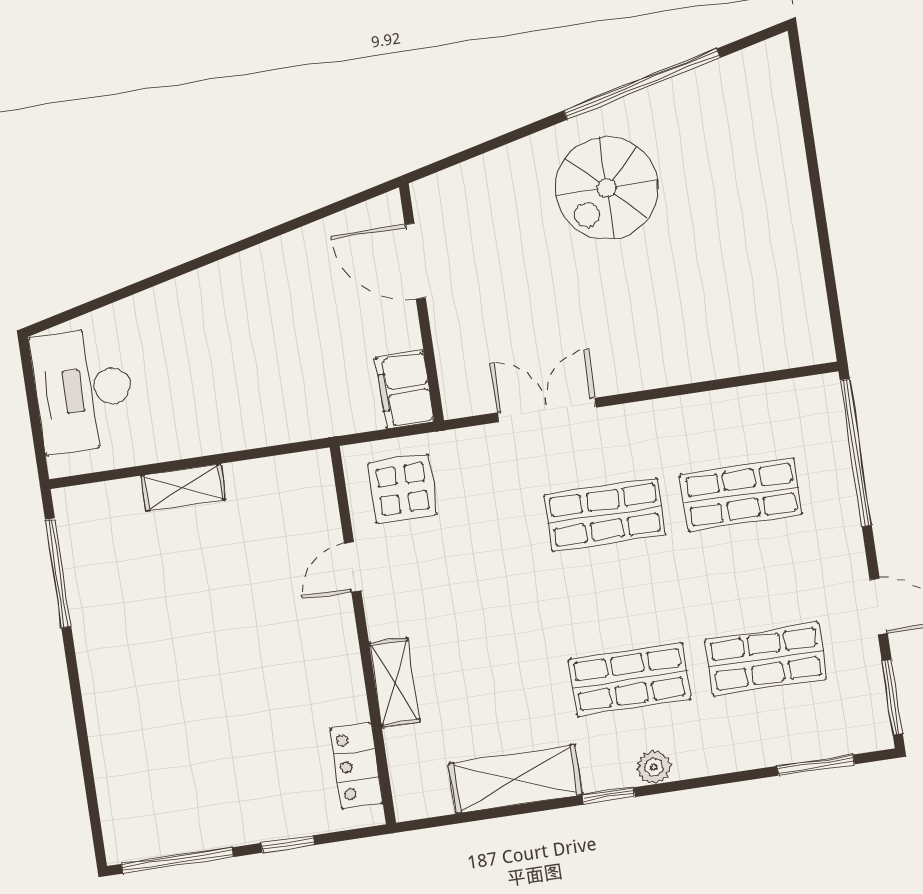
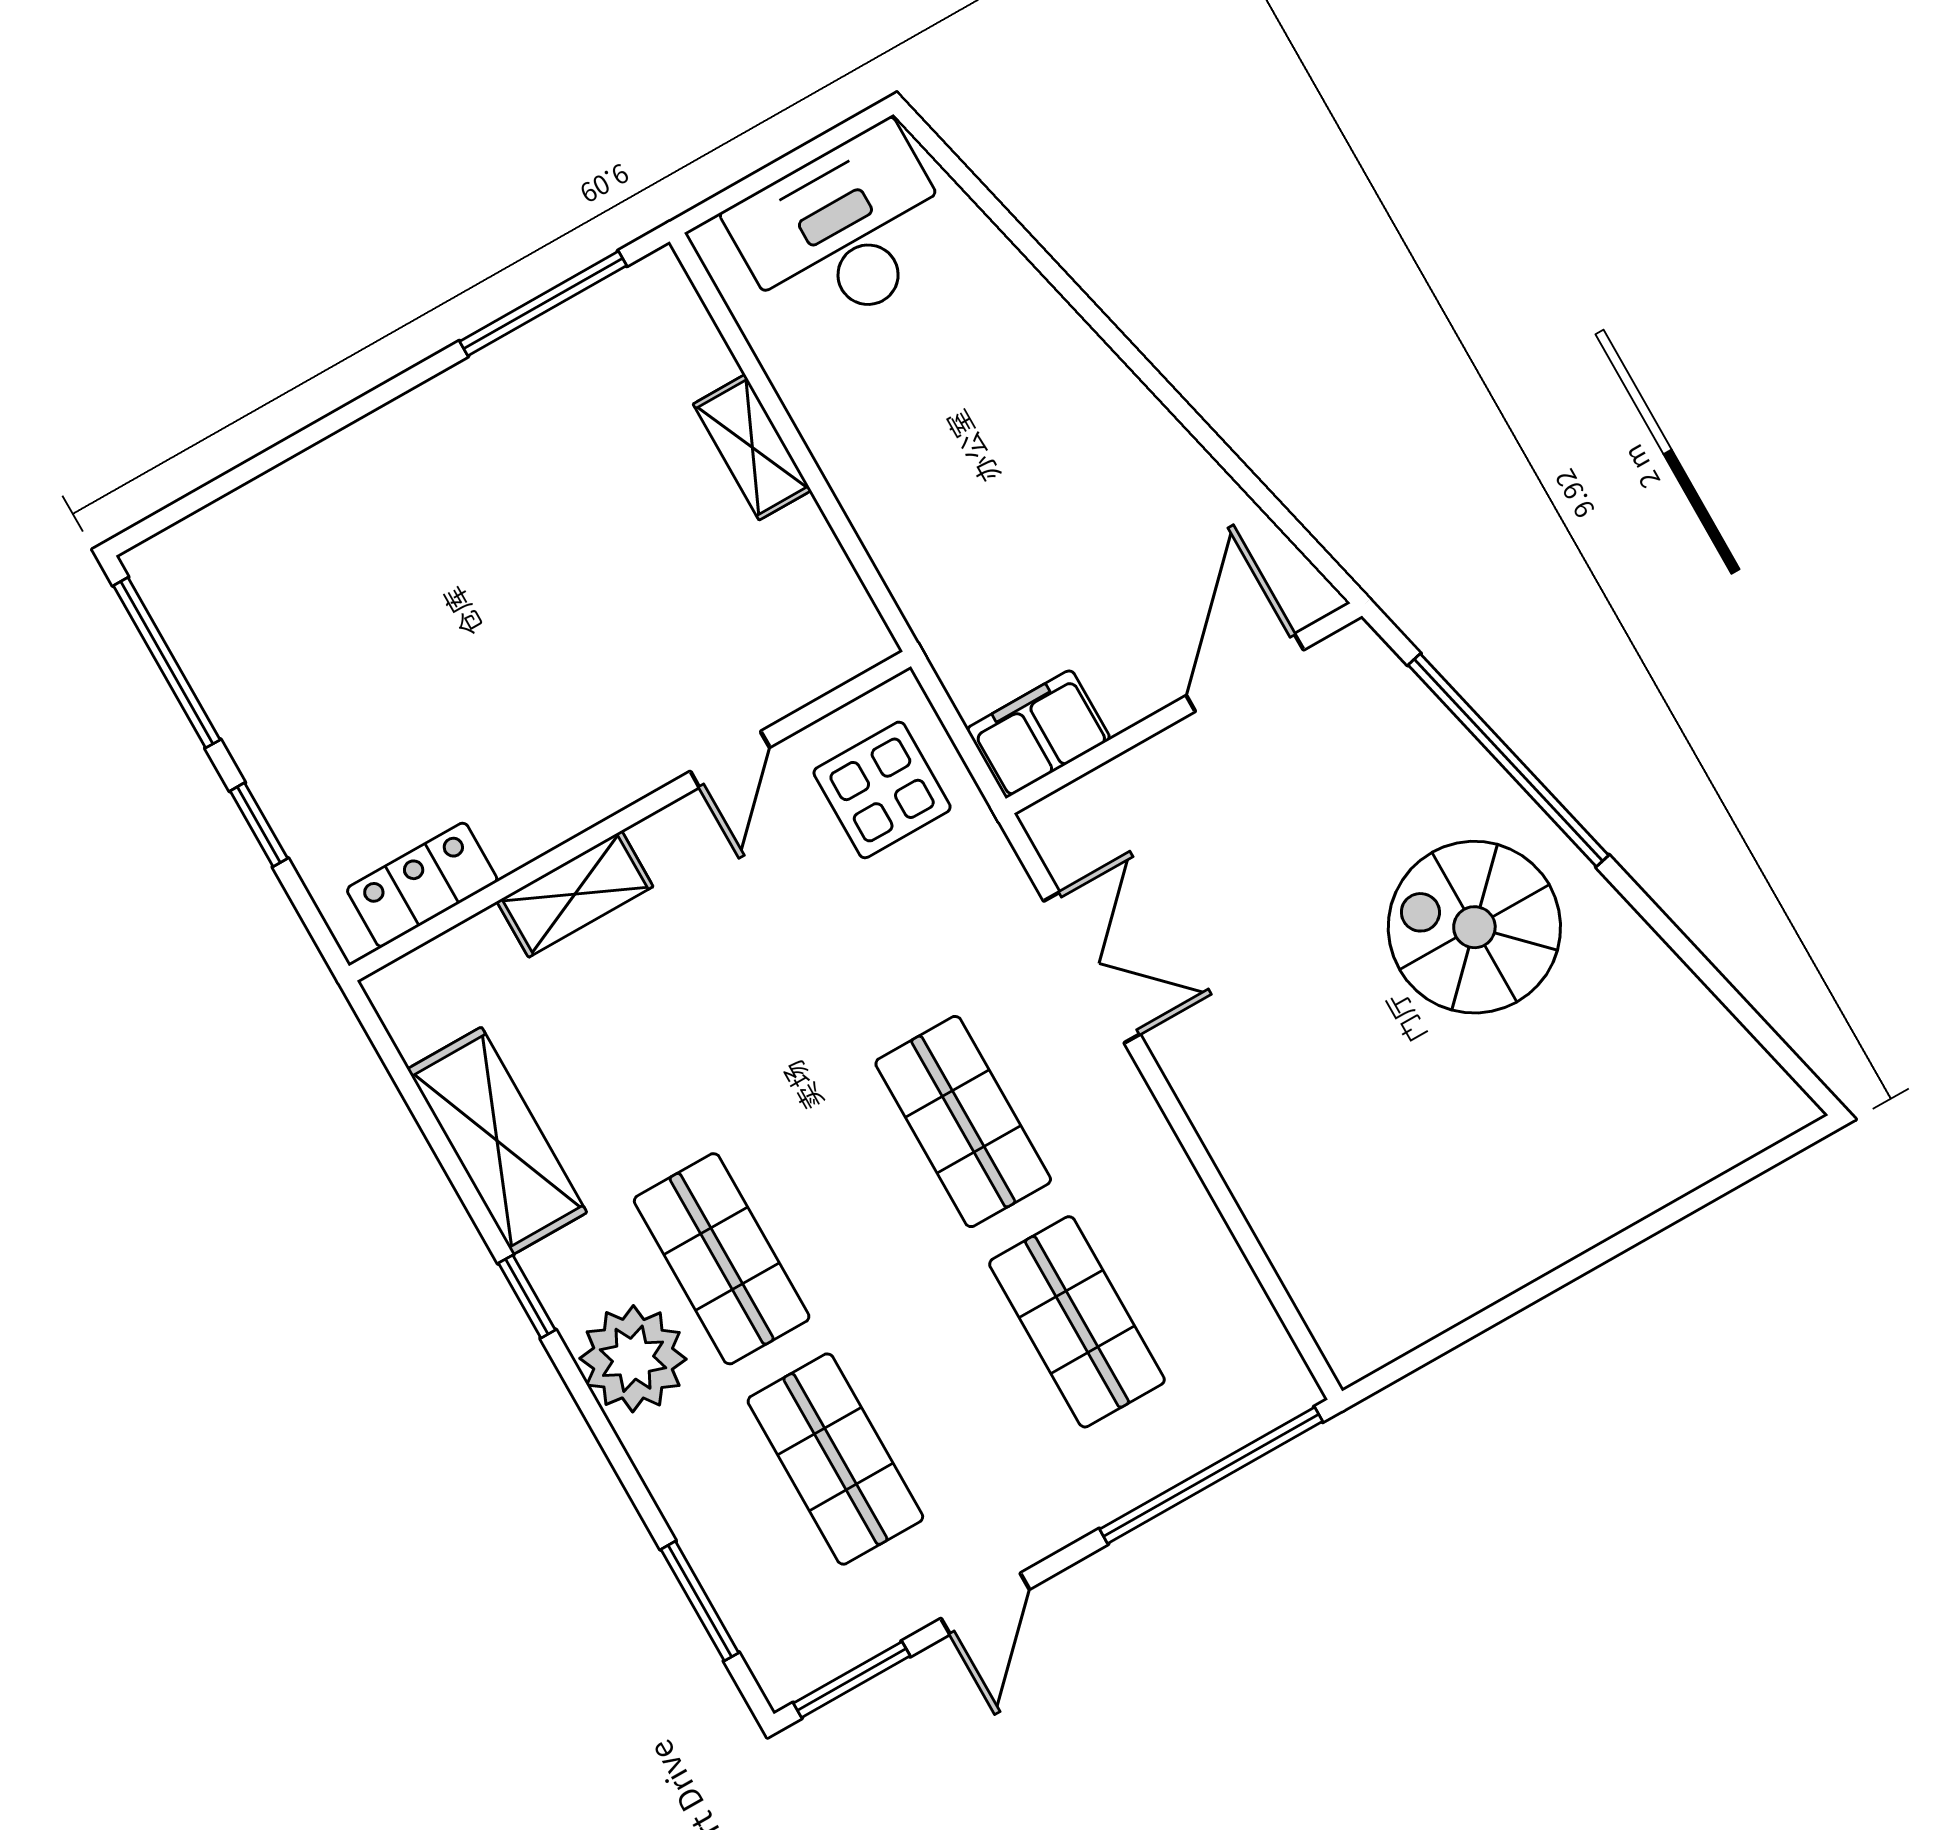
window: (642, 84) -> (1508, 760), moved
door: (353, 567) -> (730, 759), swing flipped
plant: (654, 767) -> (633, 1359), width x1.88, depth x1.88

